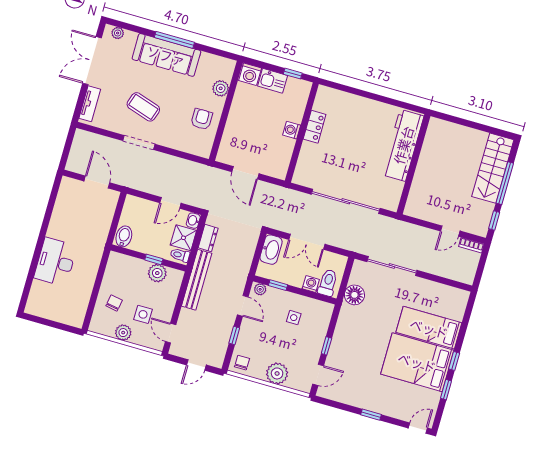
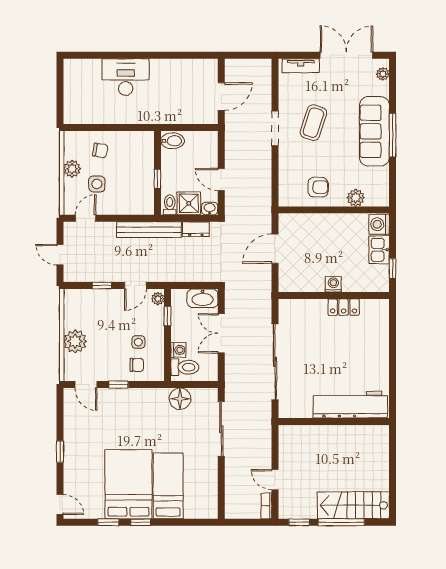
plant: (157, 273) -> (144, 187), removed
chair: (242, 363) -> (137, 365), moved

